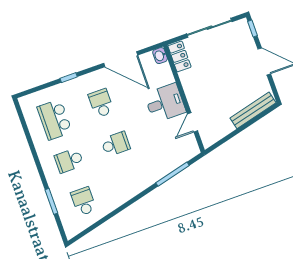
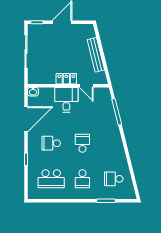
locker: (179, 56) -> (66, 79), moved
bench: (253, 110) -> (96, 55), moved

